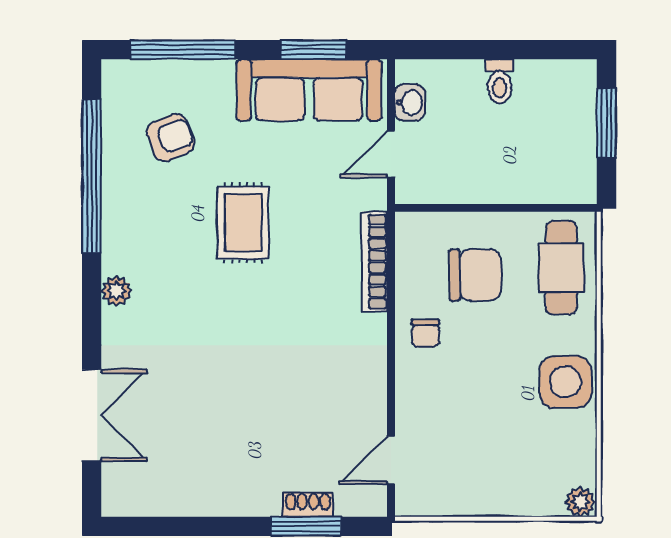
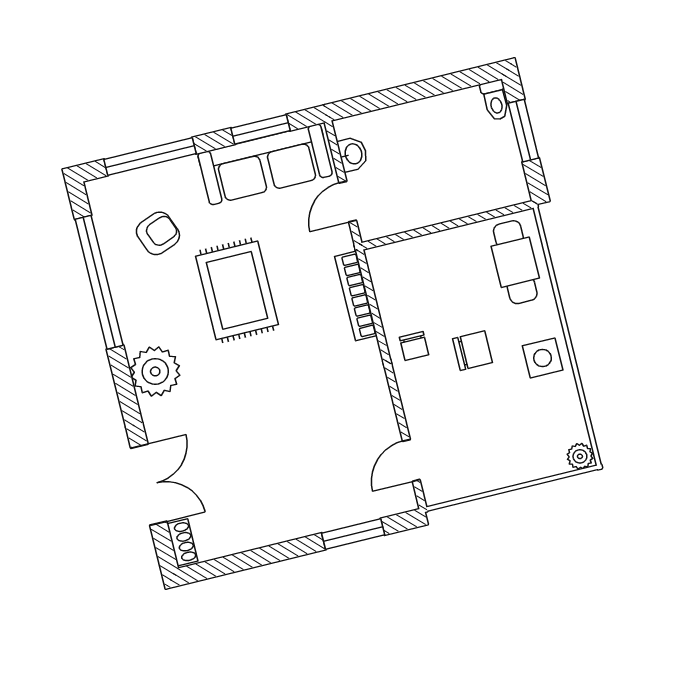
toilet: (500, 81) -> (495, 100), moved
rug: (243, 223) -> (237, 290), width x1.36, depth x1.43
chair: (475, 275) -> (473, 351), moved, width x0.73, depth x0.73
plant: (116, 291) -> (155, 371), width x1.87, depth x1.87
side table: (565, 382) -> (543, 358), width x0.73, depth x0.73
shoe rack: (308, 505) -> (182, 542), moved, turned 90

